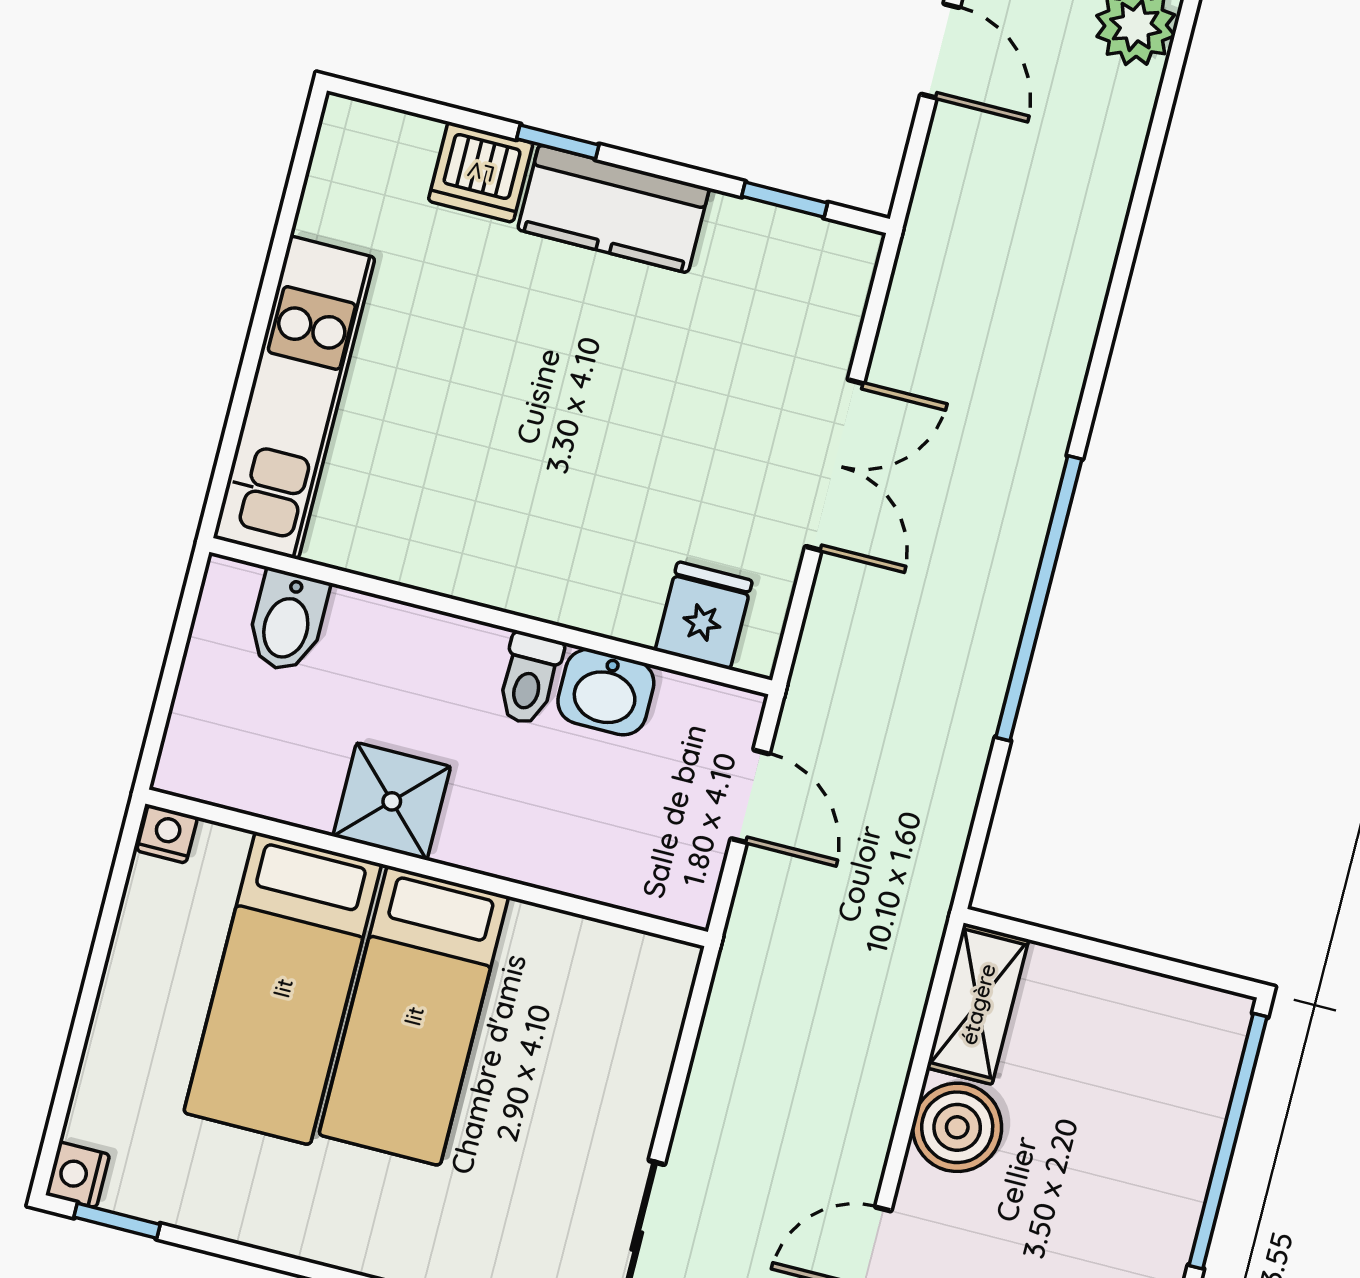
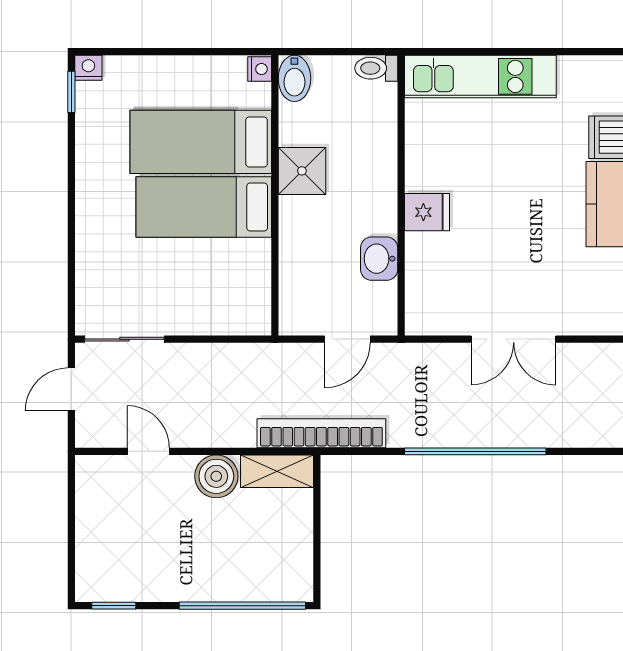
fridge: (704, 615) -> (427, 212), moved
bidet: (287, 621) -> (294, 78), moved, turned -90
toilet: (529, 679) -> (376, 68), moved
bookcase: (925, 896) -> (321, 433), added

